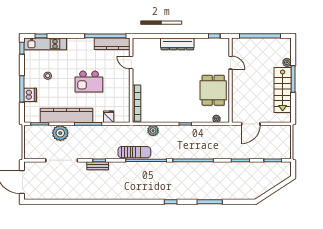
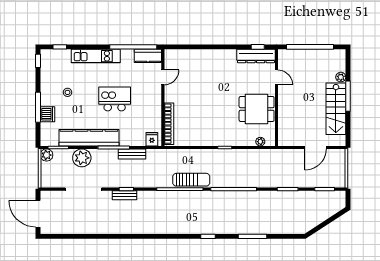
kitchen unit: (45, 44) -> (96, 56), moved
kitchen counter: (112, 44) -> (148, 56), width x0.67
dresser: (177, 44) -> (256, 56), moved
door: (131, 63) -> (163, 77), swing flipped
kitchen island: (89, 82) -> (115, 99), turned 180
dining table: (213, 90) -> (257, 109), turned 90
fridge: (109, 117) -> (152, 139), moved
door: (251, 124) -> (315, 147), moved
bench: (104, 130) -> (132, 154), added
plant: (153, 131) -> (46, 155), moved
sun lounger: (134, 152) -> (191, 180), moved

